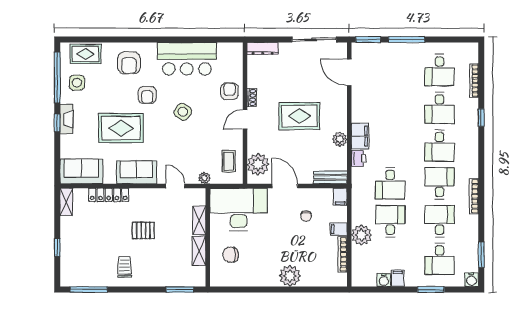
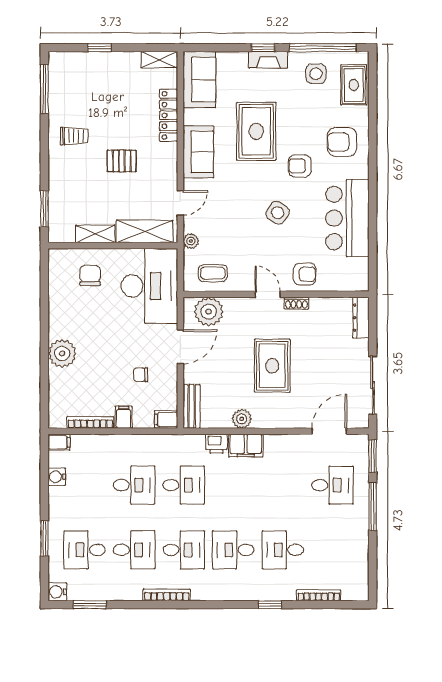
desk: (440, 70) -> (332, 485), moved, turned 180
desk: (390, 183) -> (184, 485), turned 180
shelving: (199, 220) -> (145, 231), width x1.50, depth x1.33
pallet: (143, 231) -> (122, 161), turned 90
plant: (361, 235) -> (116, 447), removed
filing cabinet: (398, 278) -> (59, 442), moved

